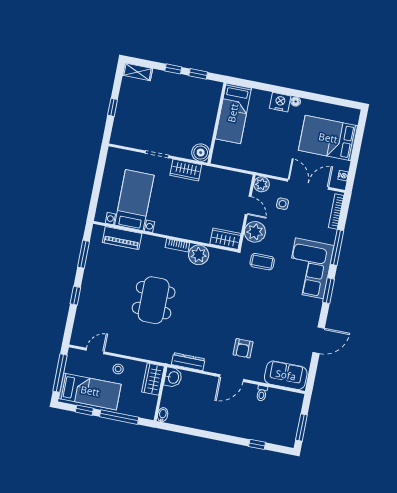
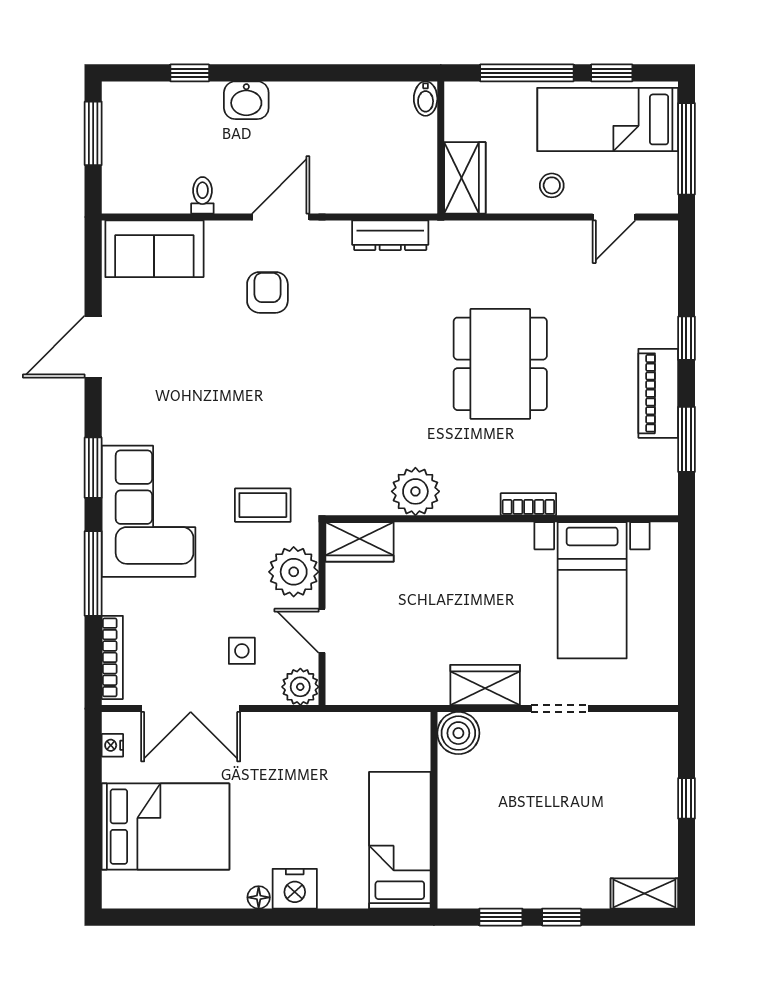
piano: (122, 238) -> (658, 393), moved, turned -90
bookcase: (177, 245) -> (528, 504), moved
washbasin: (173, 377) -> (246, 100), moved, turned -90

